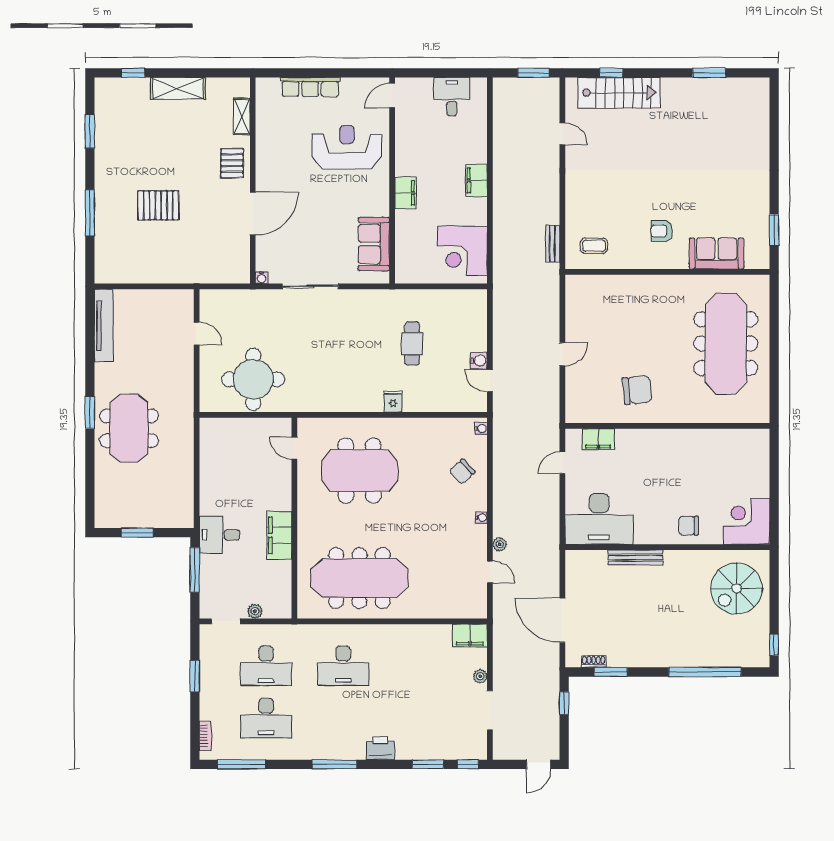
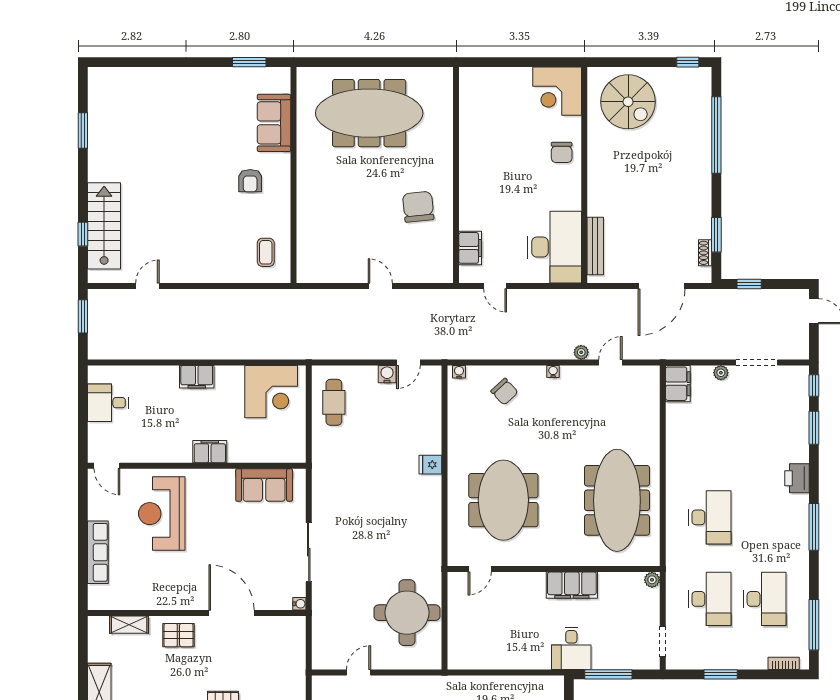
bench: (552, 244) -> (264, 296), removed
cafe table: (412, 344) -> (334, 402), moved, turned 90
bench: (636, 557) -> (595, 246), moved
plant: (255, 611) -> (652, 580), moved

